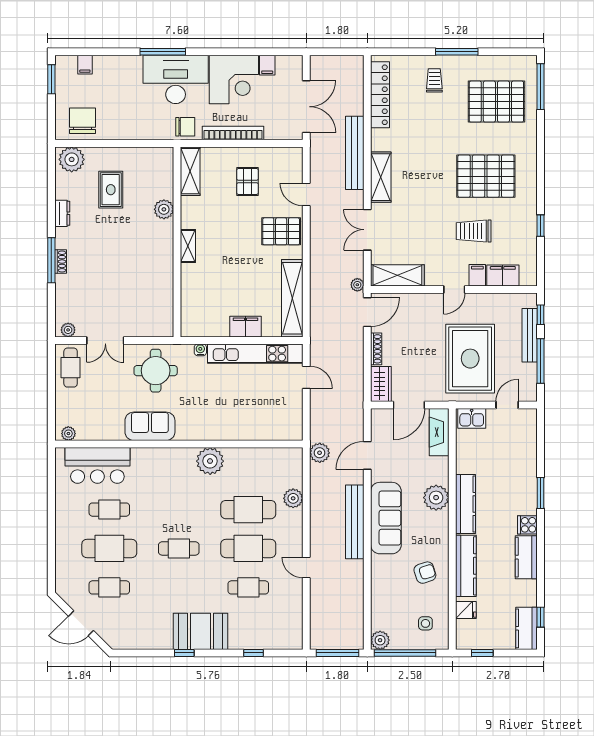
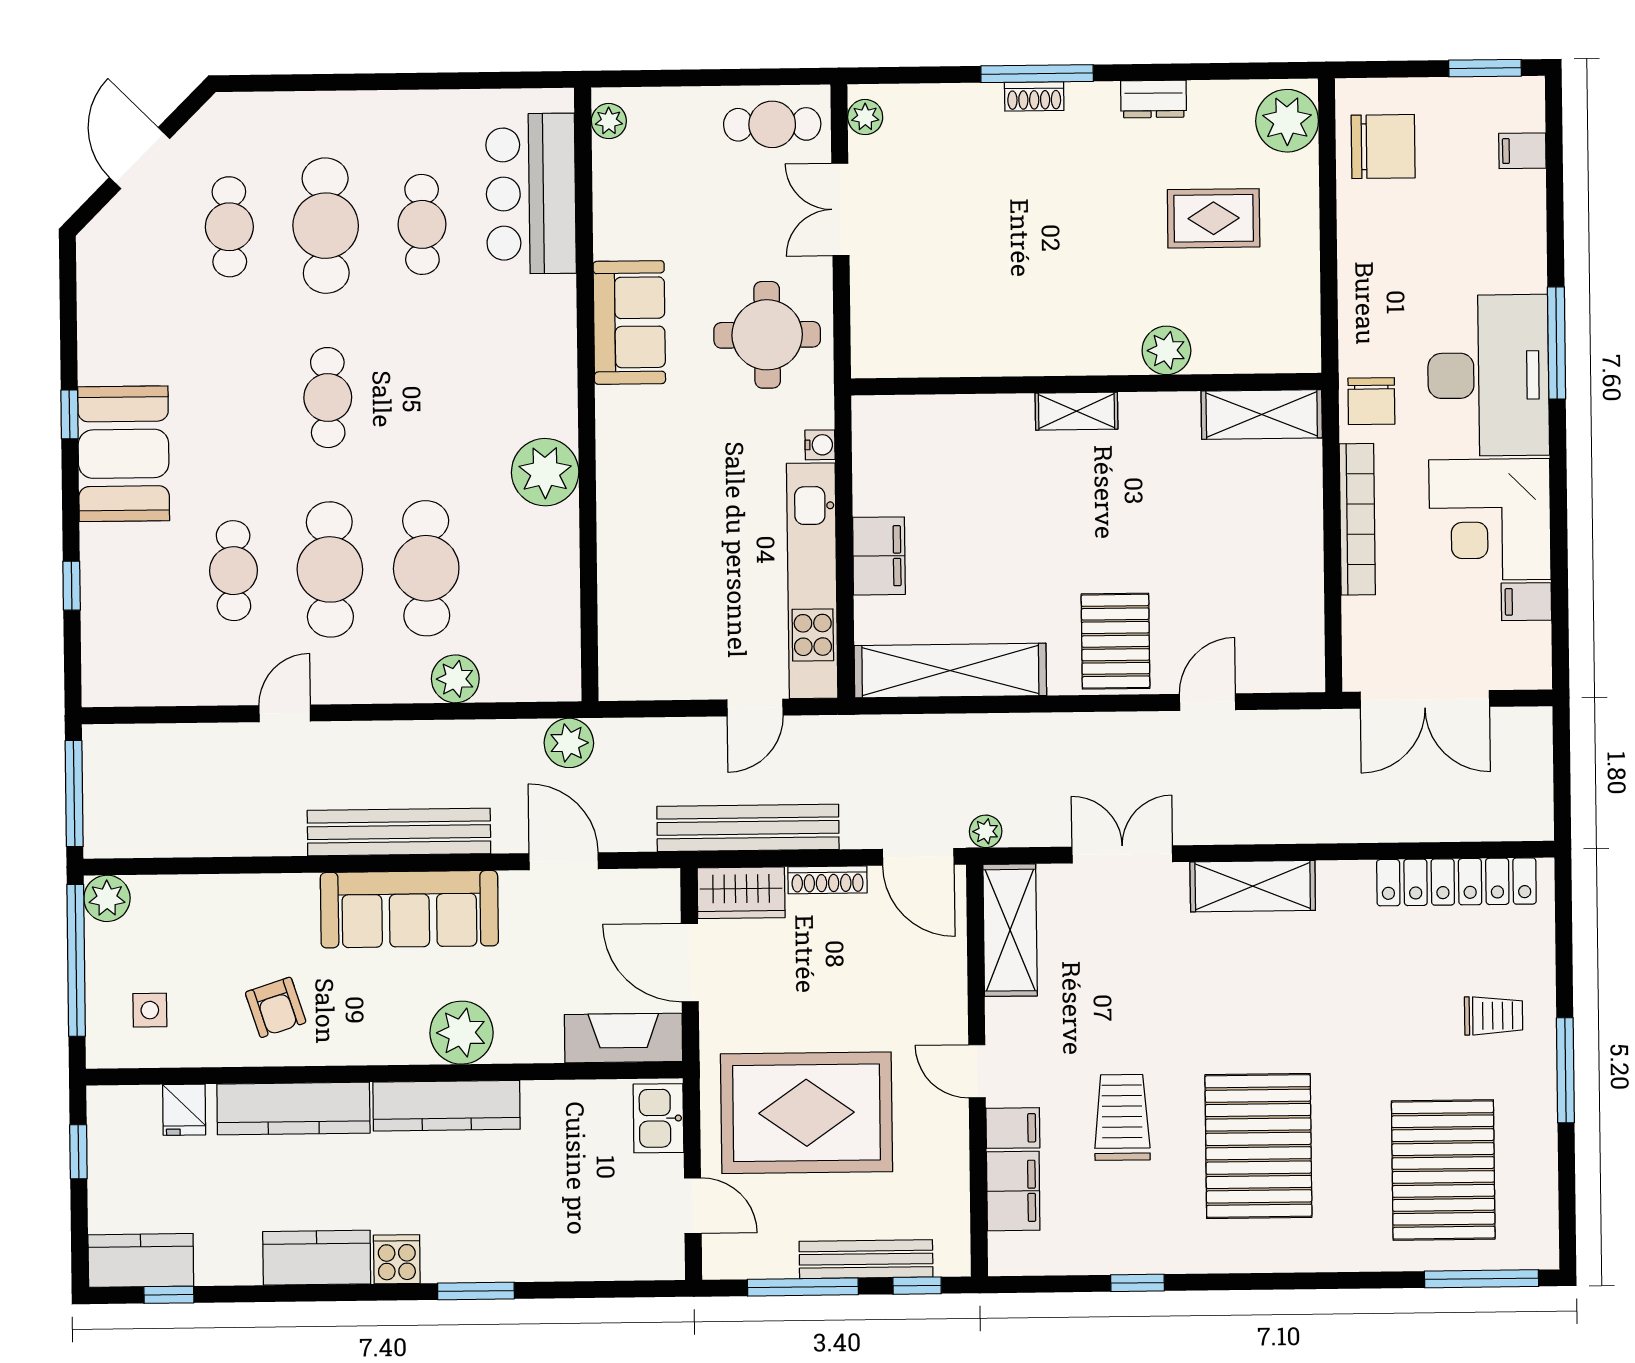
bench: (355, 153) -> (748, 828), moved
pallet: (248, 181) -> (1238, 557), removed

